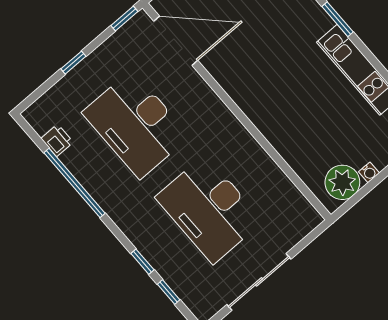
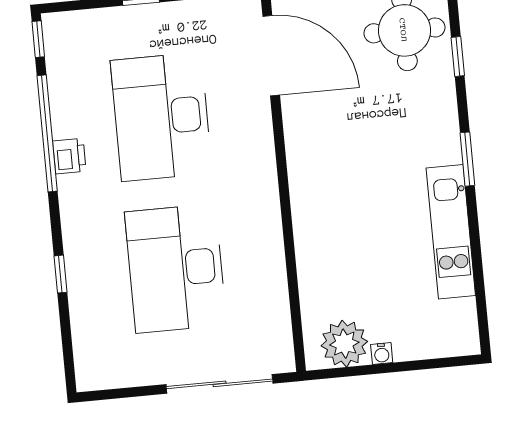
printer: (57, 140) -> (69, 156), moved
sliding door: (259, 282) -> (220, 384), moved
window: (169, 292) -> (38, 39), moved

